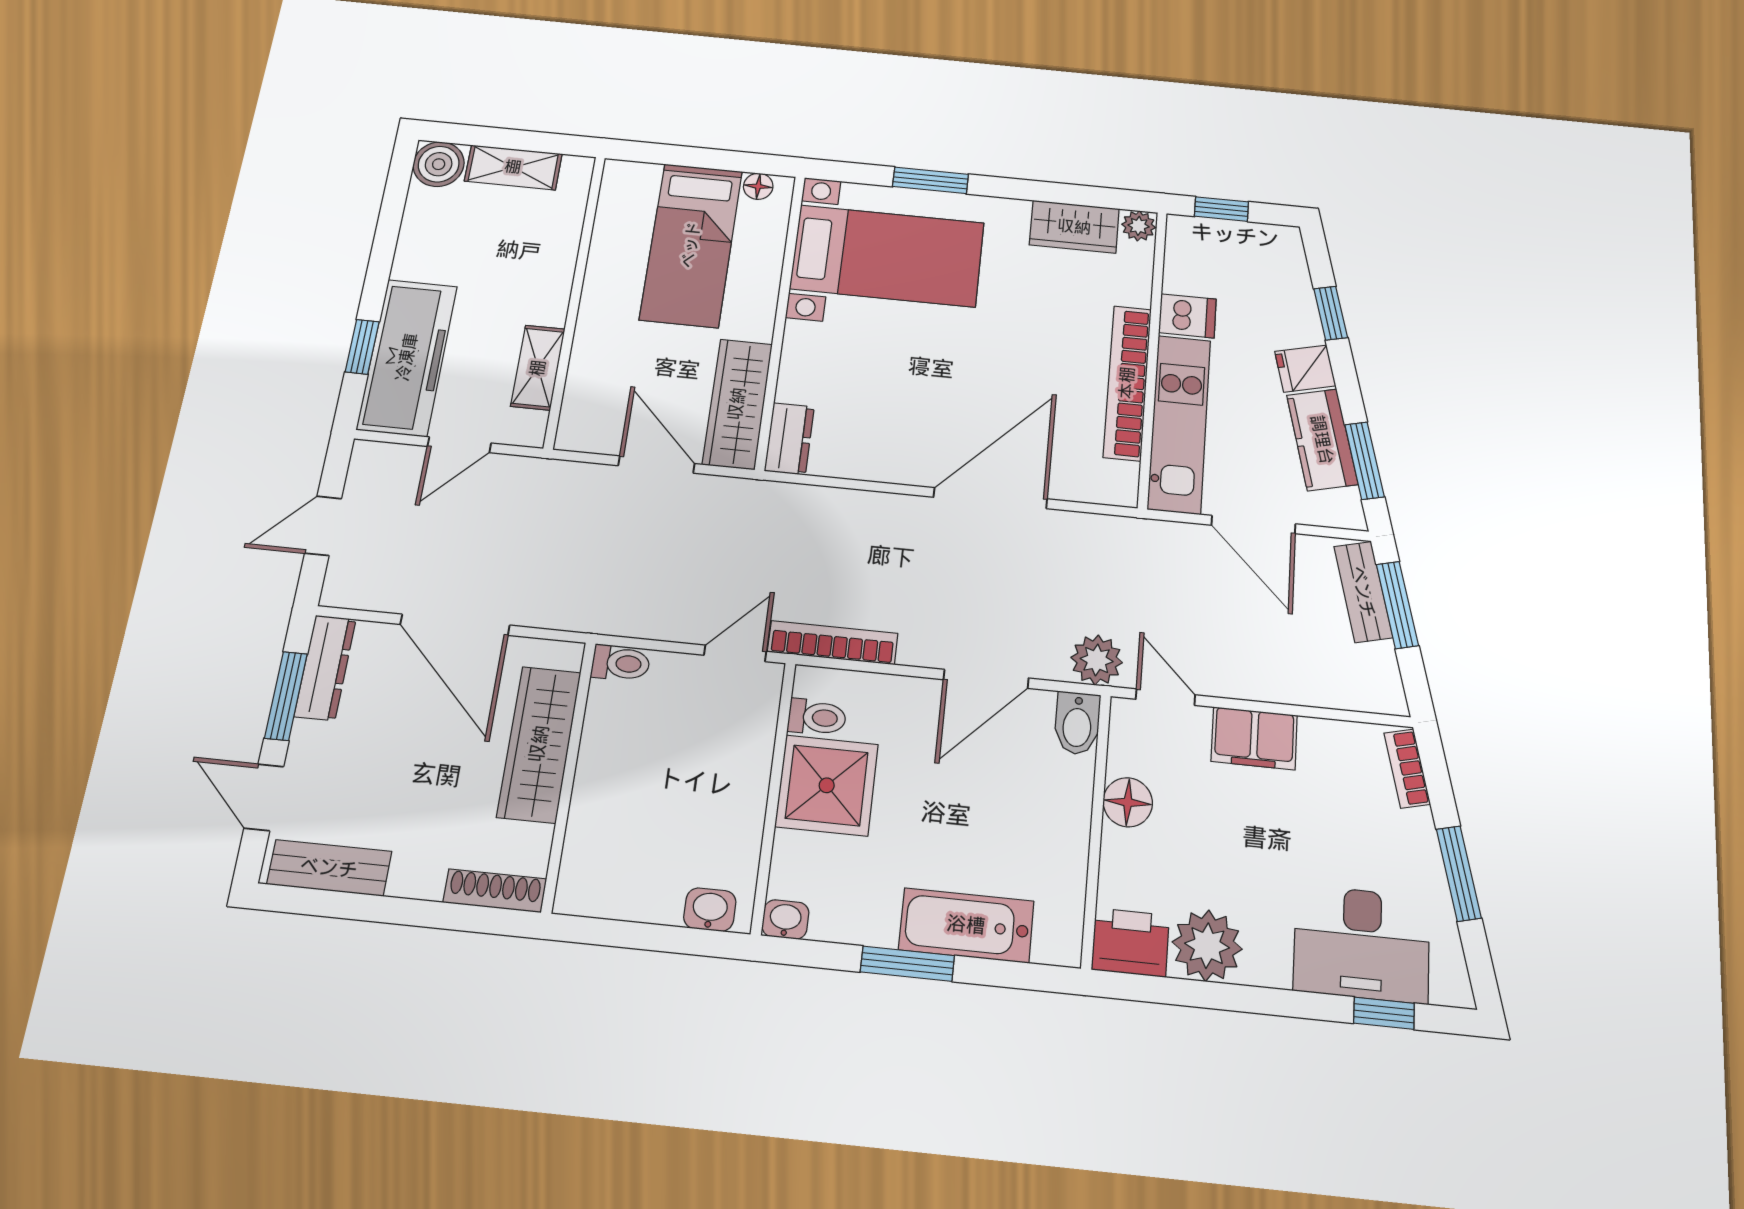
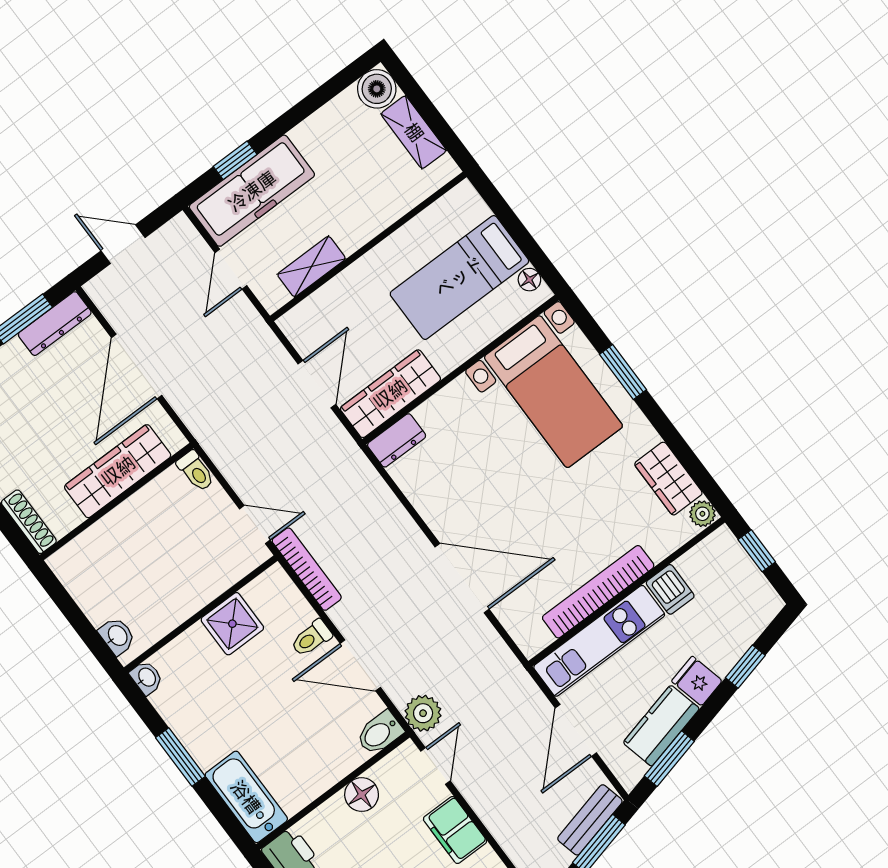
door: (459, 445) -> (231, 269), hinge flipped
toilet: (817, 717) -> (311, 638), moved, turned 90
shower: (827, 785) -> (232, 624), width x0.73, depth x0.73
bathtub: (966, 925) -> (246, 797), moved

